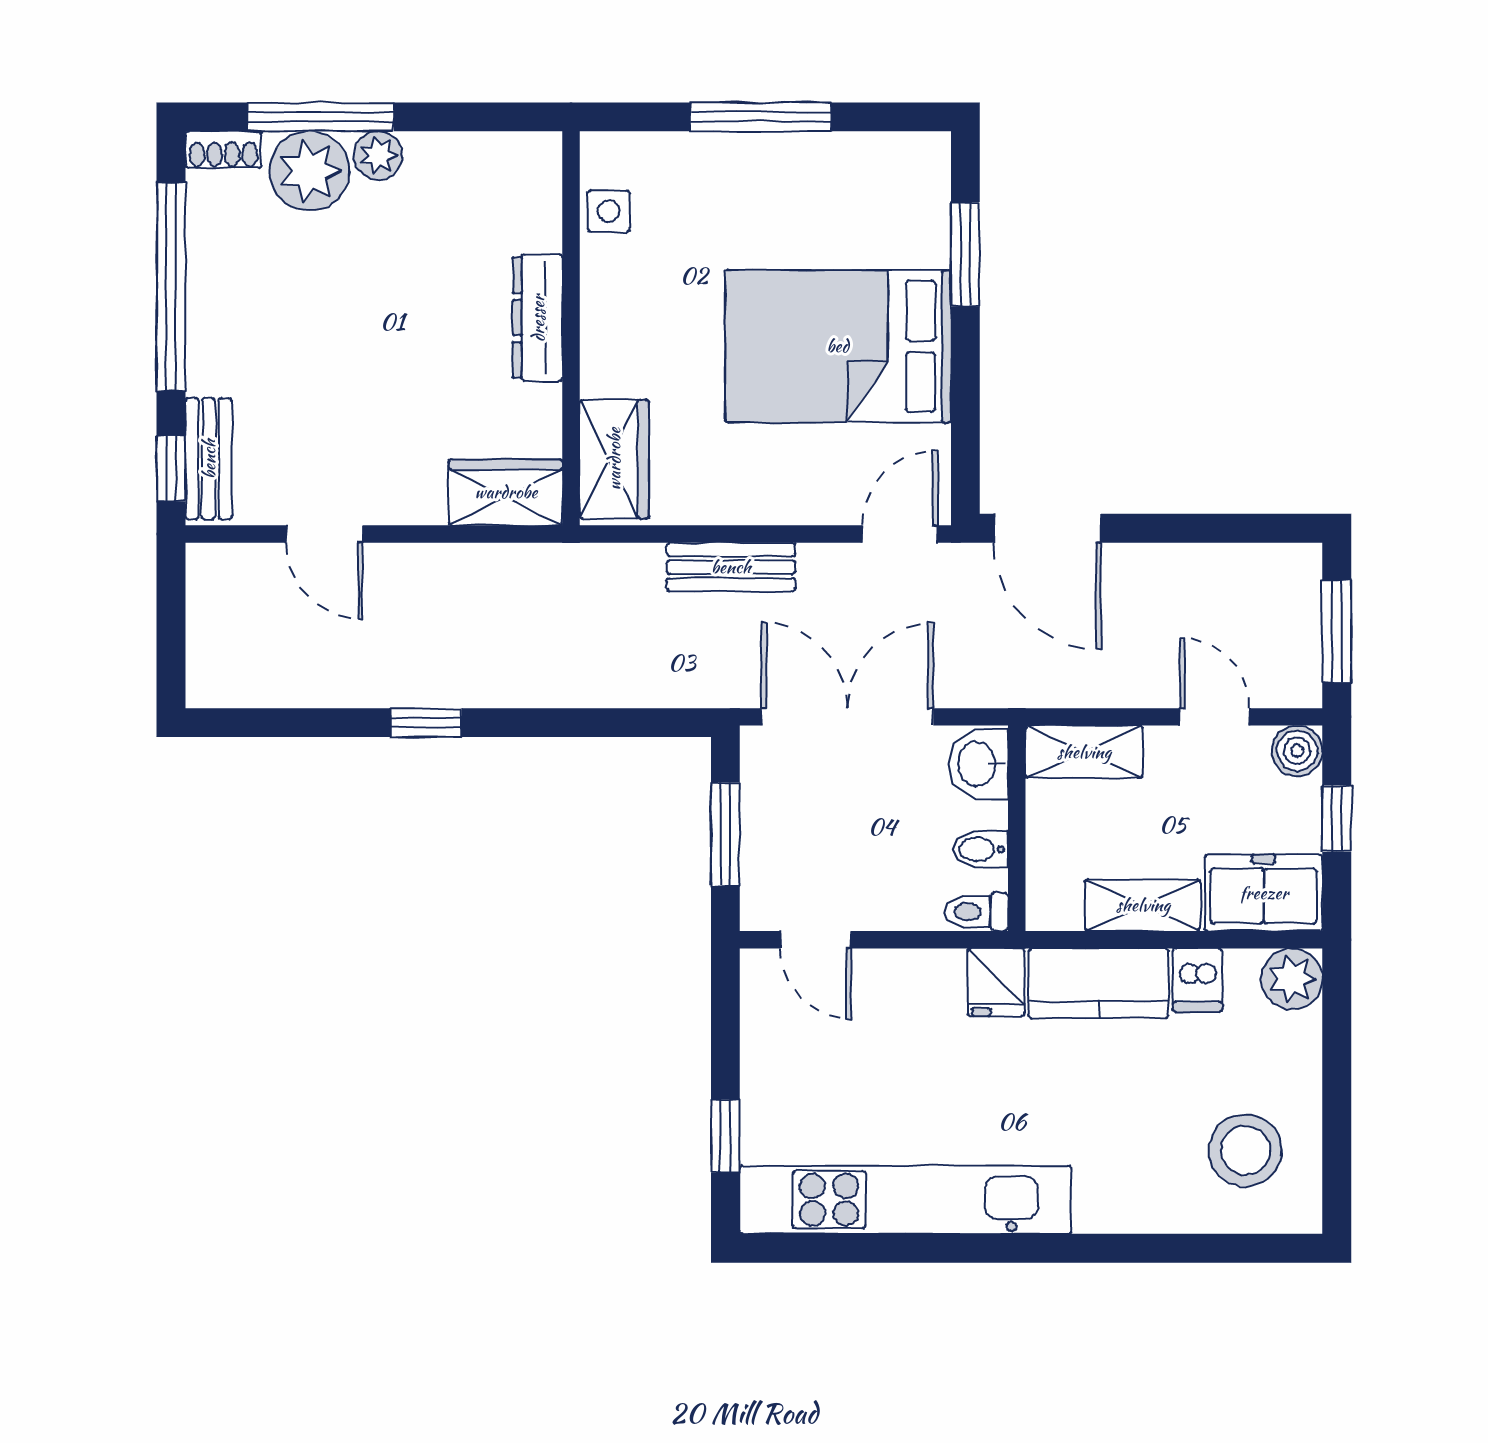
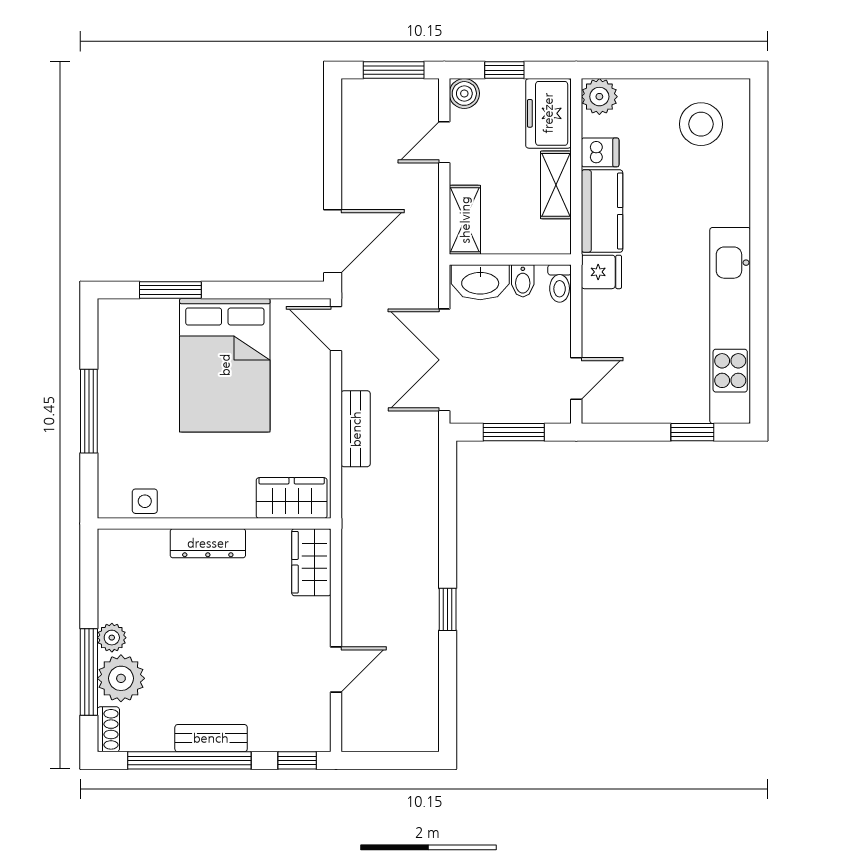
bench: (209, 459) -> (211, 738), moved
washbasin: (978, 764) -> (480, 282), width x1.38

